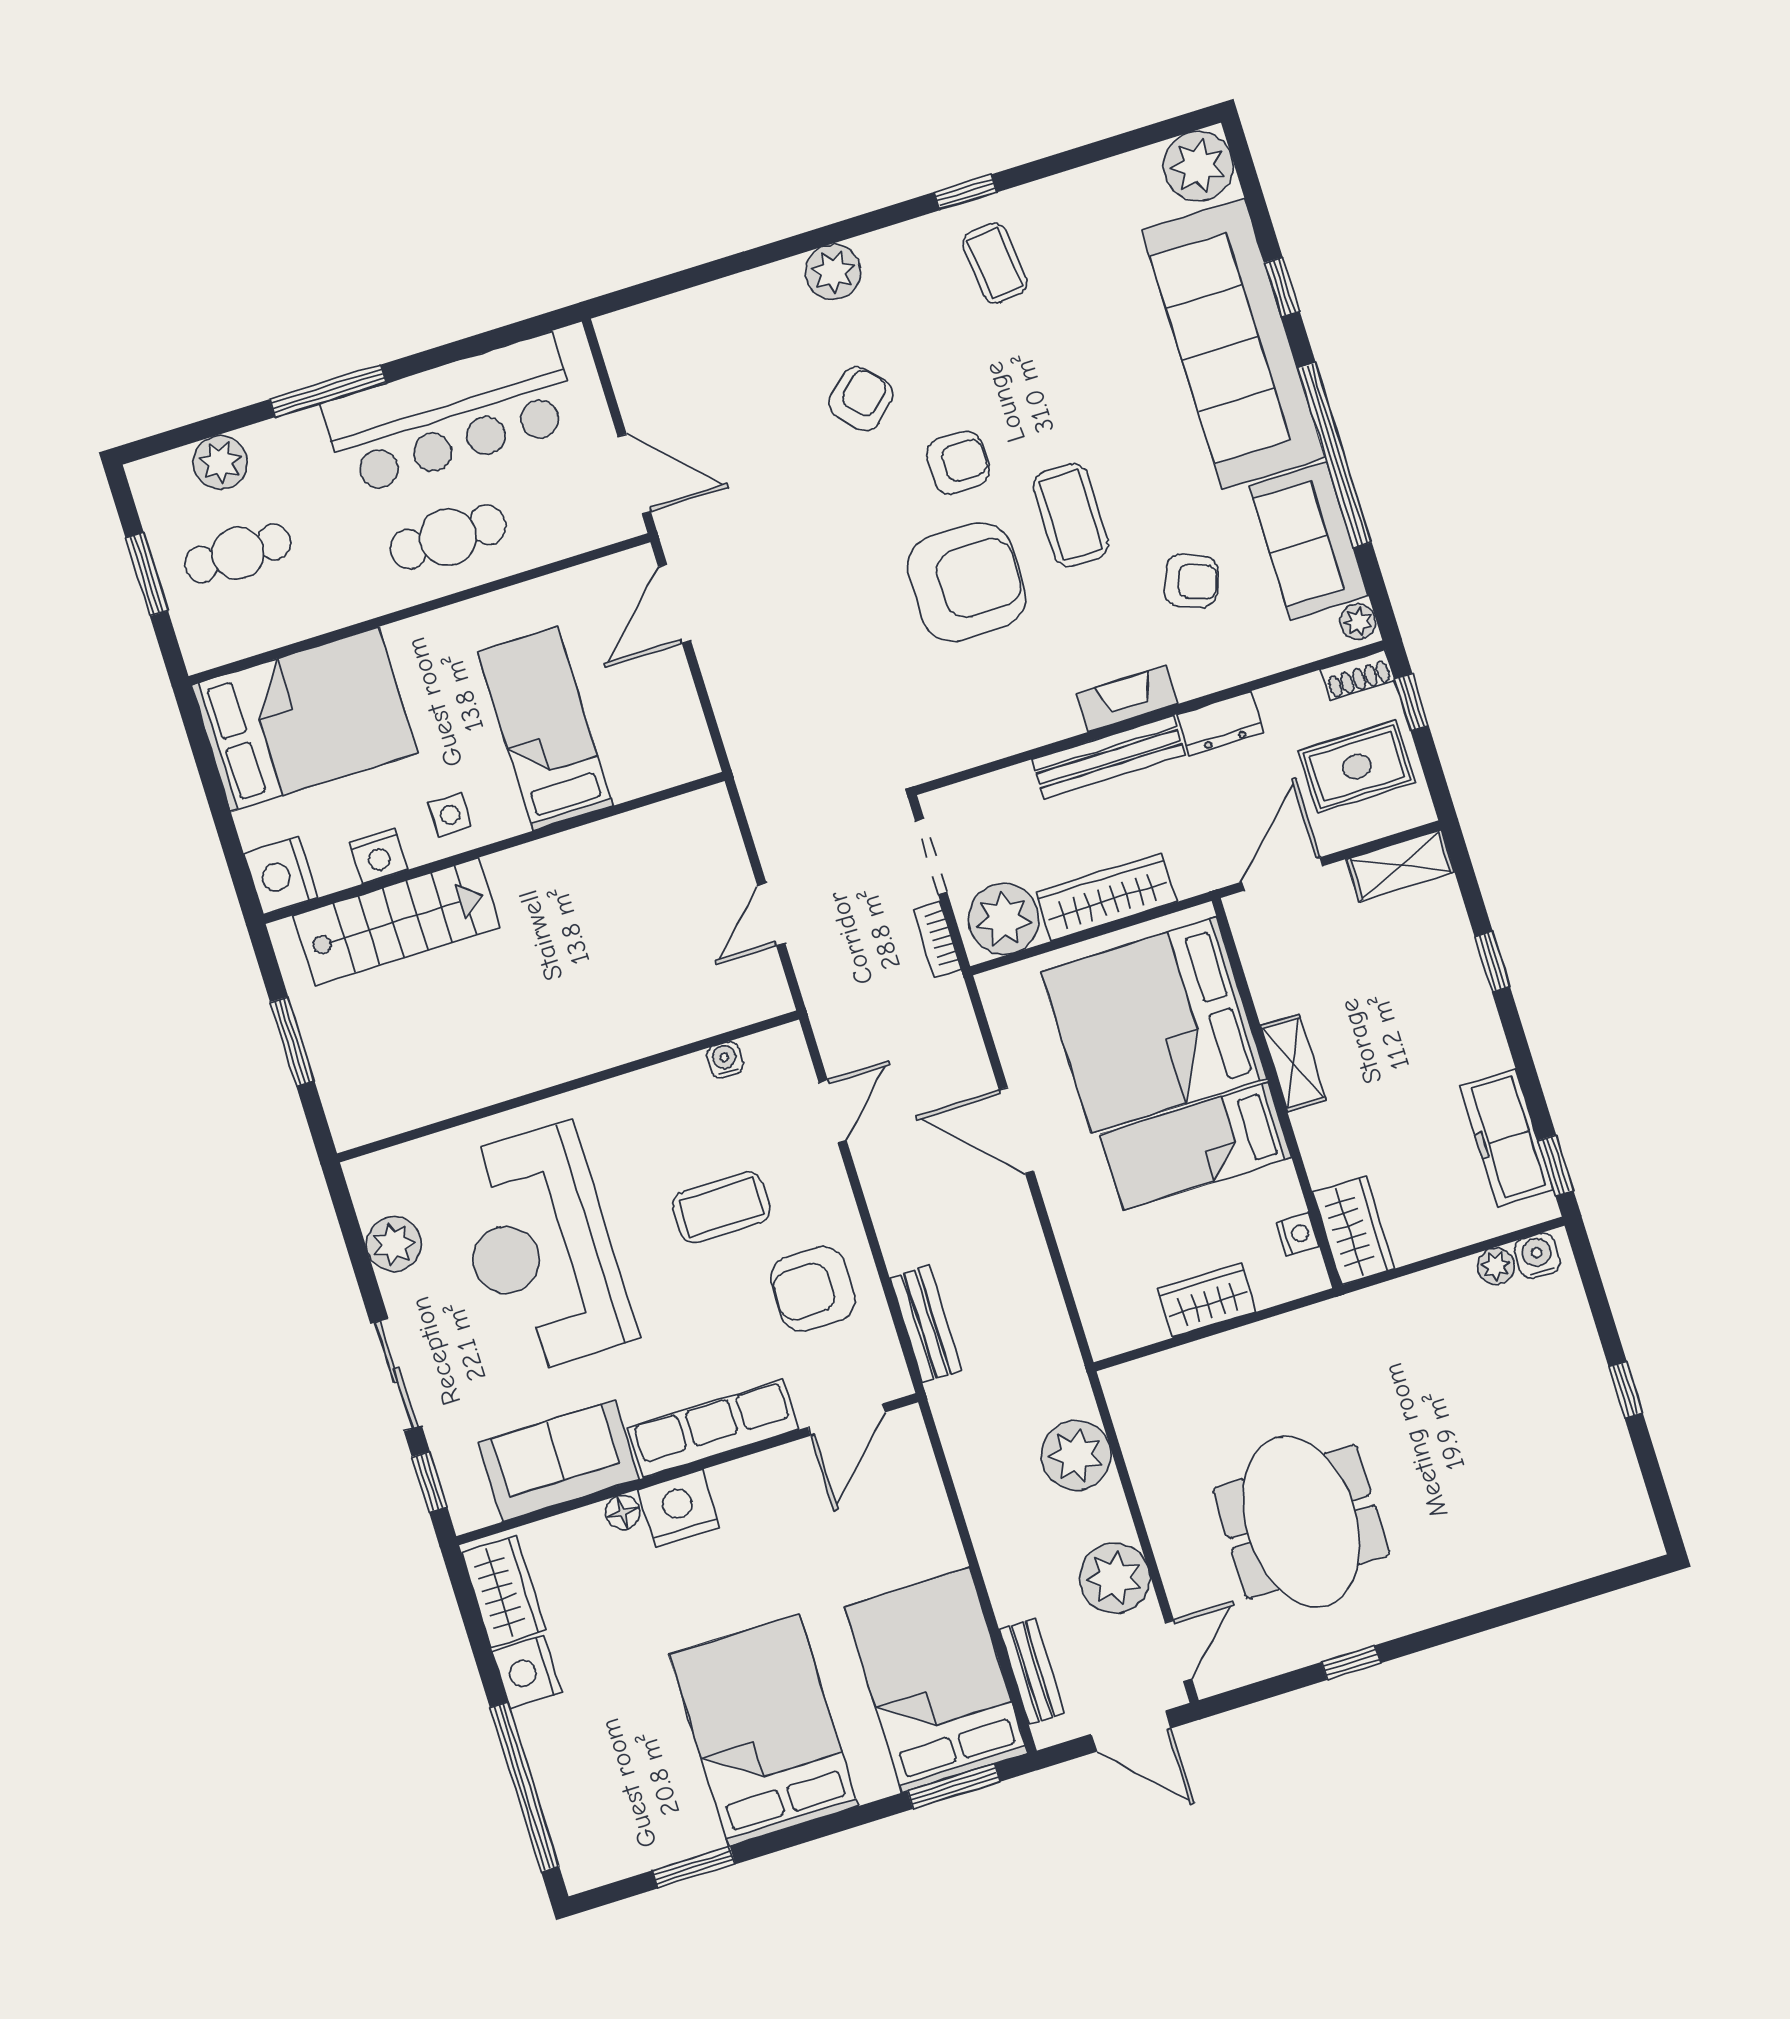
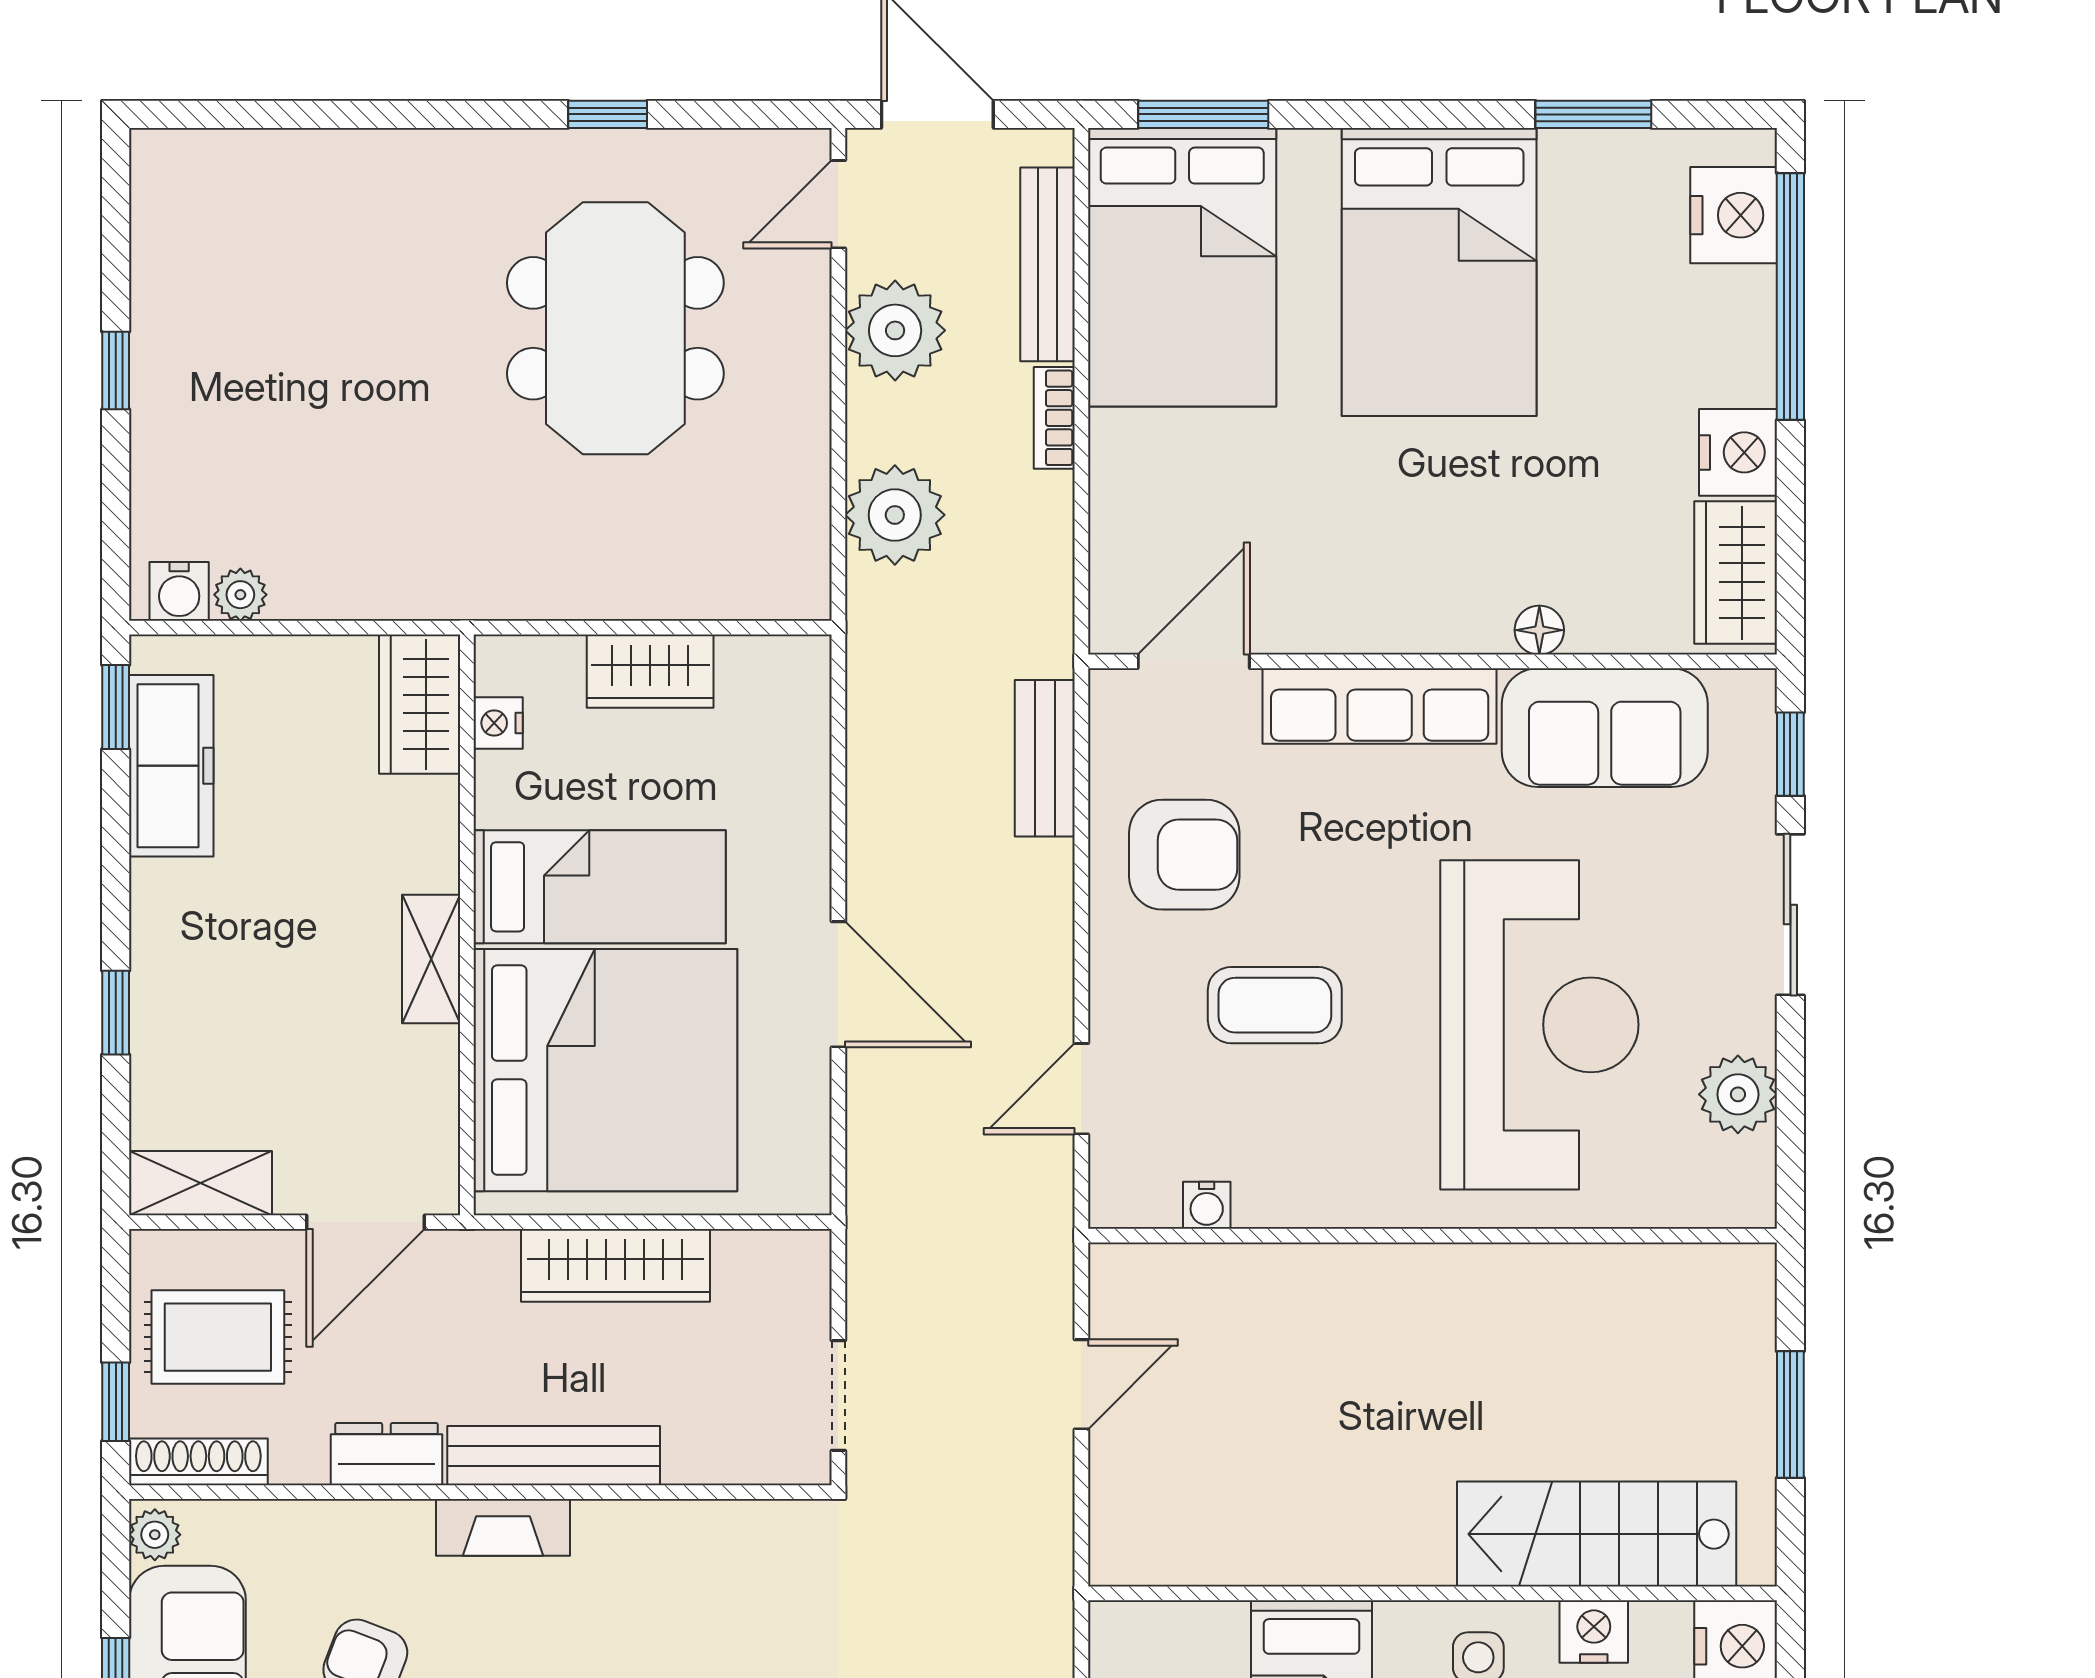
shoe rack: (1358, 675) -> (198, 1462), width x1.43
plant: (1004, 919) -> (766, 1279), removed
bookcase: (937, 939) -> (1054, 418), moved, turned 180
nightstand: (679, 1509) -> (1734, 215), moved, turned -90
bench: (1032, 1671) -> (1047, 264), width x1.36

